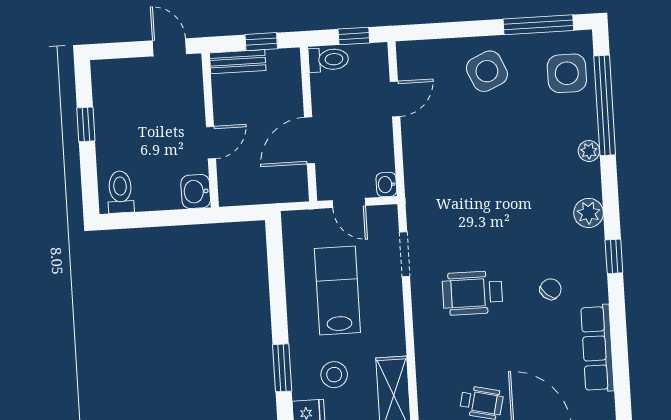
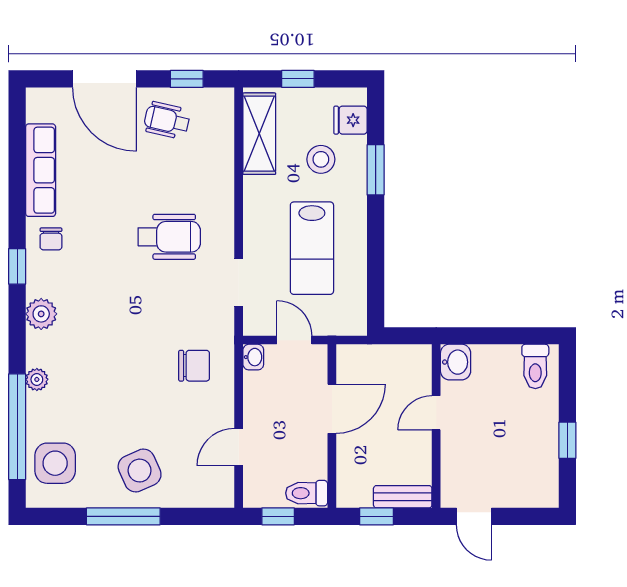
window: (538, 25) -> (123, 516), moved
chair: (442, 173) -> (194, 366), added
chair: (551, 289) -> (51, 239), moved, turned -41

